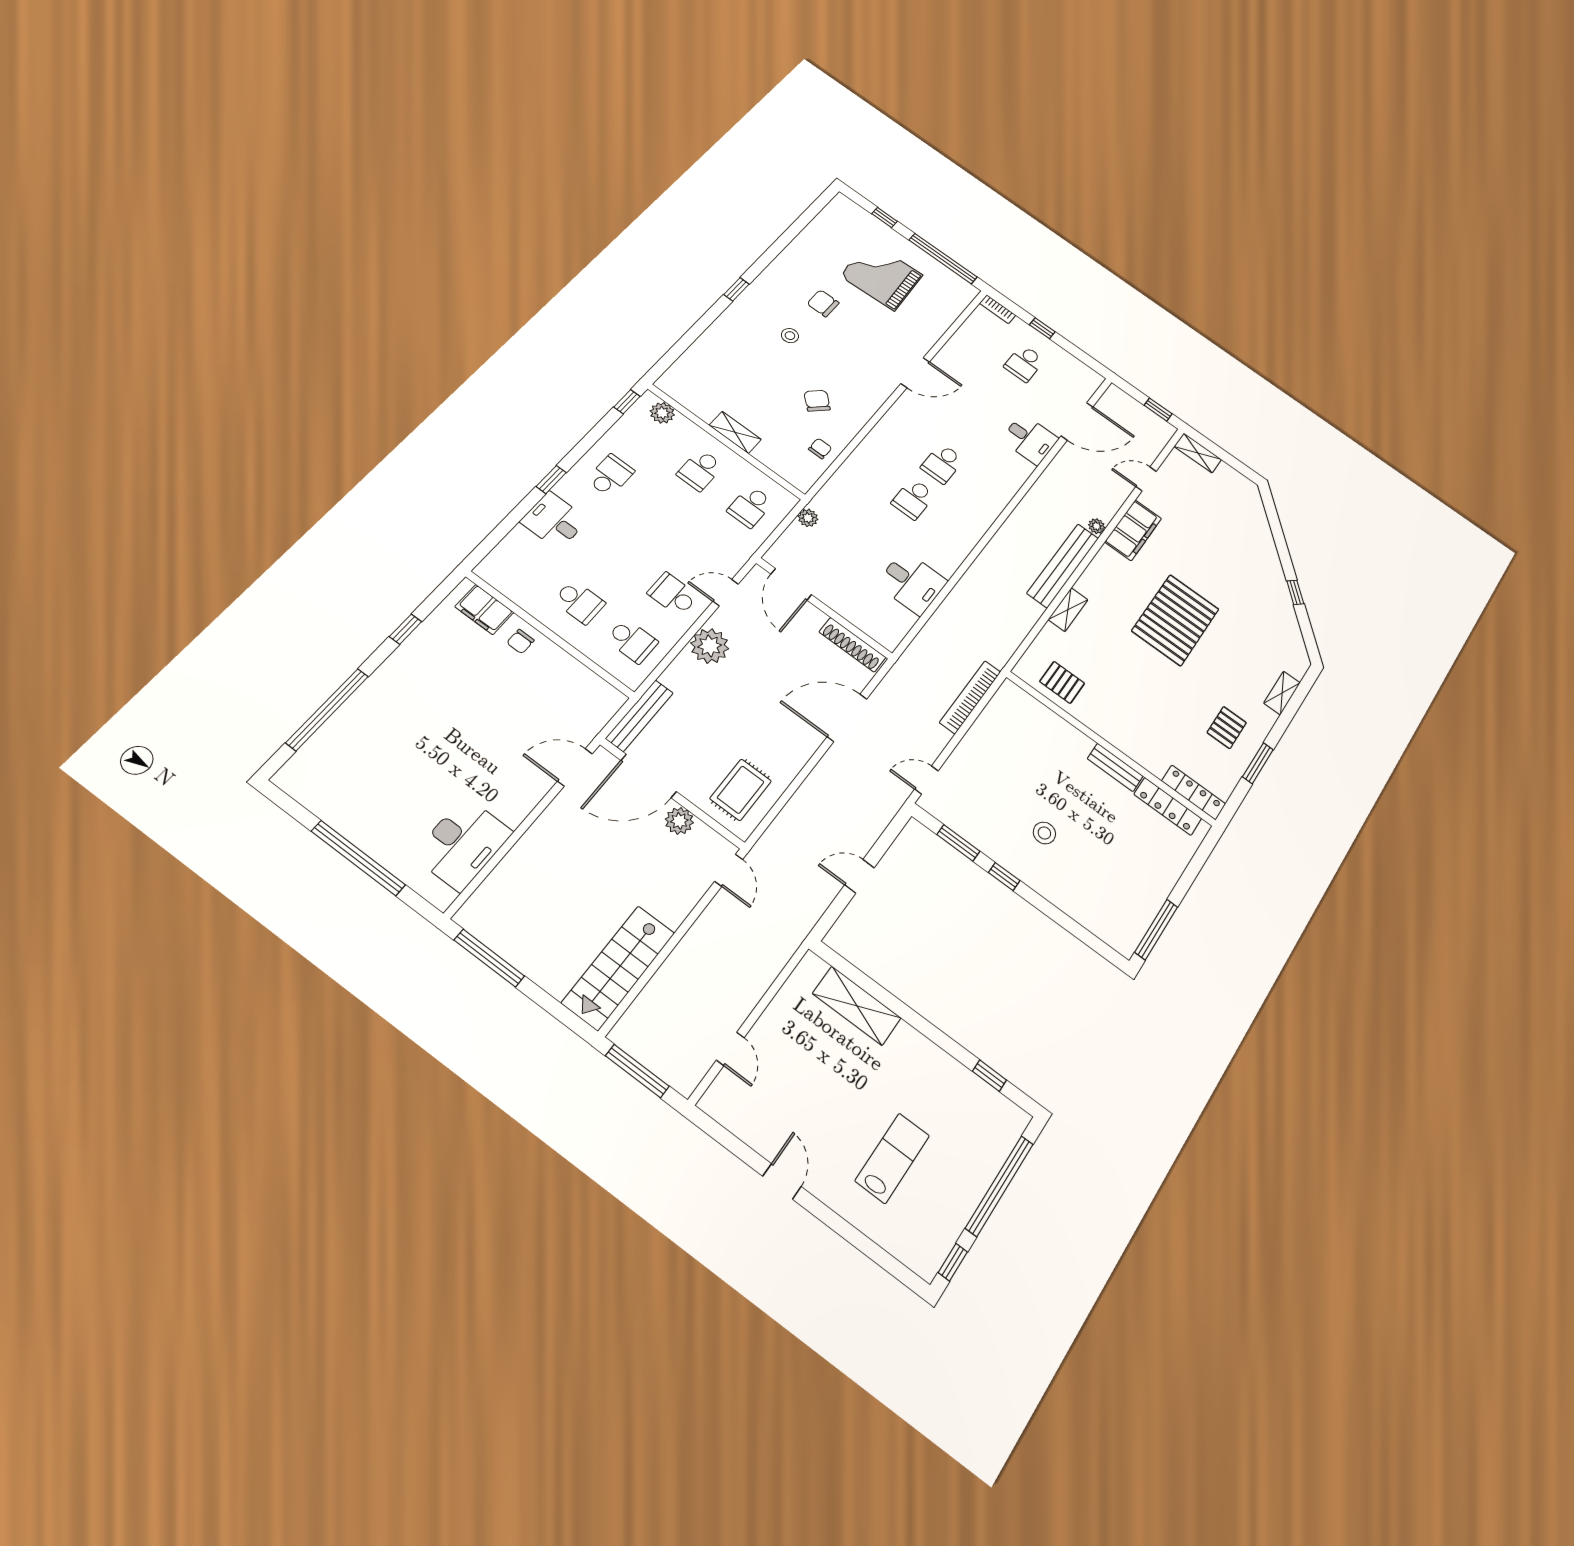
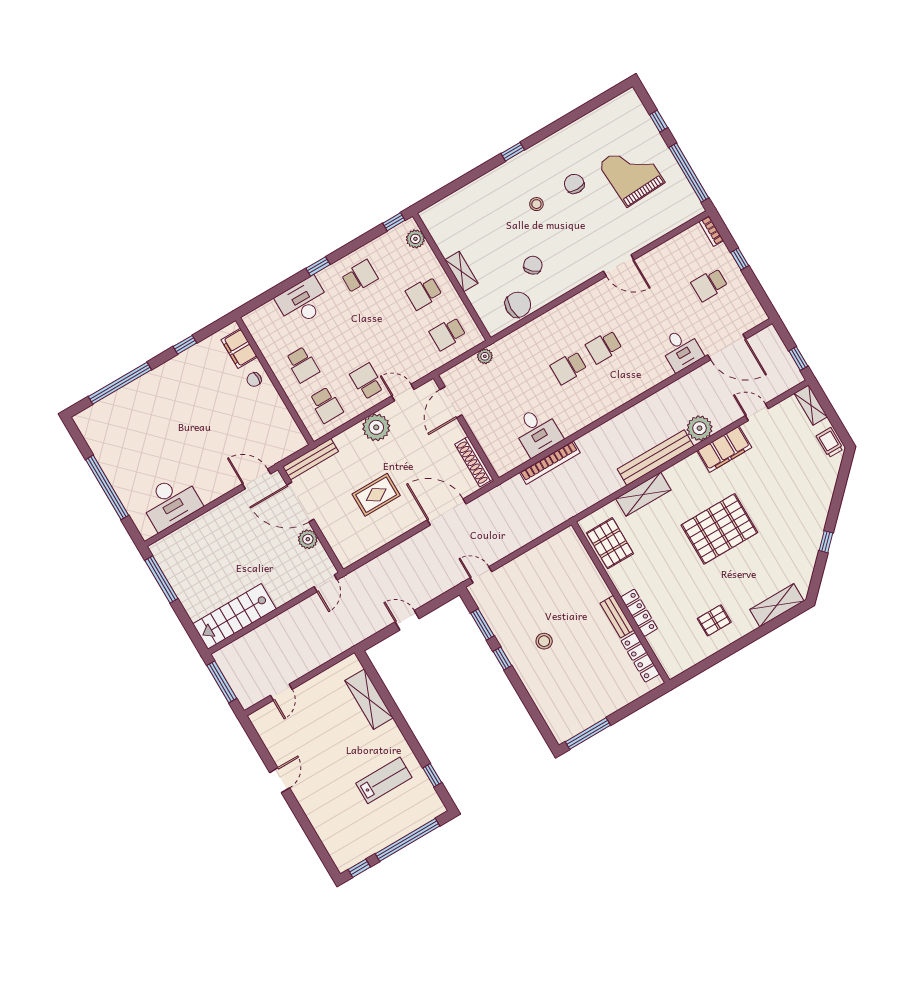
chair: (820, 448) -> (518, 305), width x1.87, depth x1.87
trolley: (1239, 485) -> (830, 443), added
desk: (554, 521) -> (303, 302), width x1.37
plant: (1097, 526) -> (700, 428), width x1.88, depth x1.88
shelving: (1068, 610) -> (643, 494), width x1.50, depth x1.33
pallet: (1062, 682) -> (610, 543), width x1.50, depth x1.42
shelving: (1282, 693) -> (777, 605), width x1.50, depth x1.33
bookcase: (970, 697) -> (550, 463), moved, turned 180
window: (1258, 763) -> (723, 654), removed
rug: (741, 790) -> (376, 495), moved
locker: (1194, 792) -> (639, 613), moved
lab bench: (892, 1158) -> (384, 780), moved

